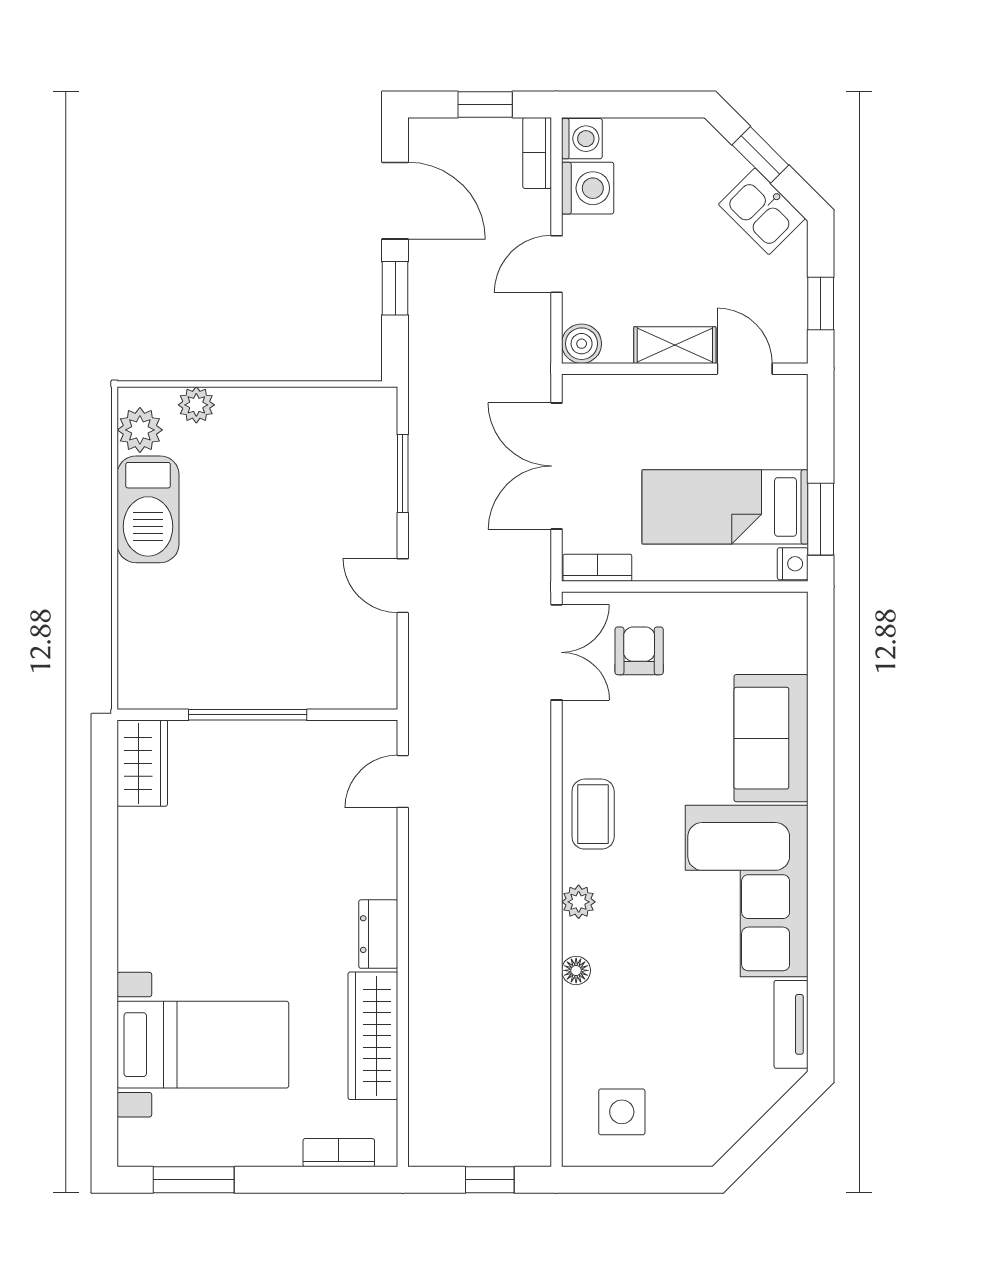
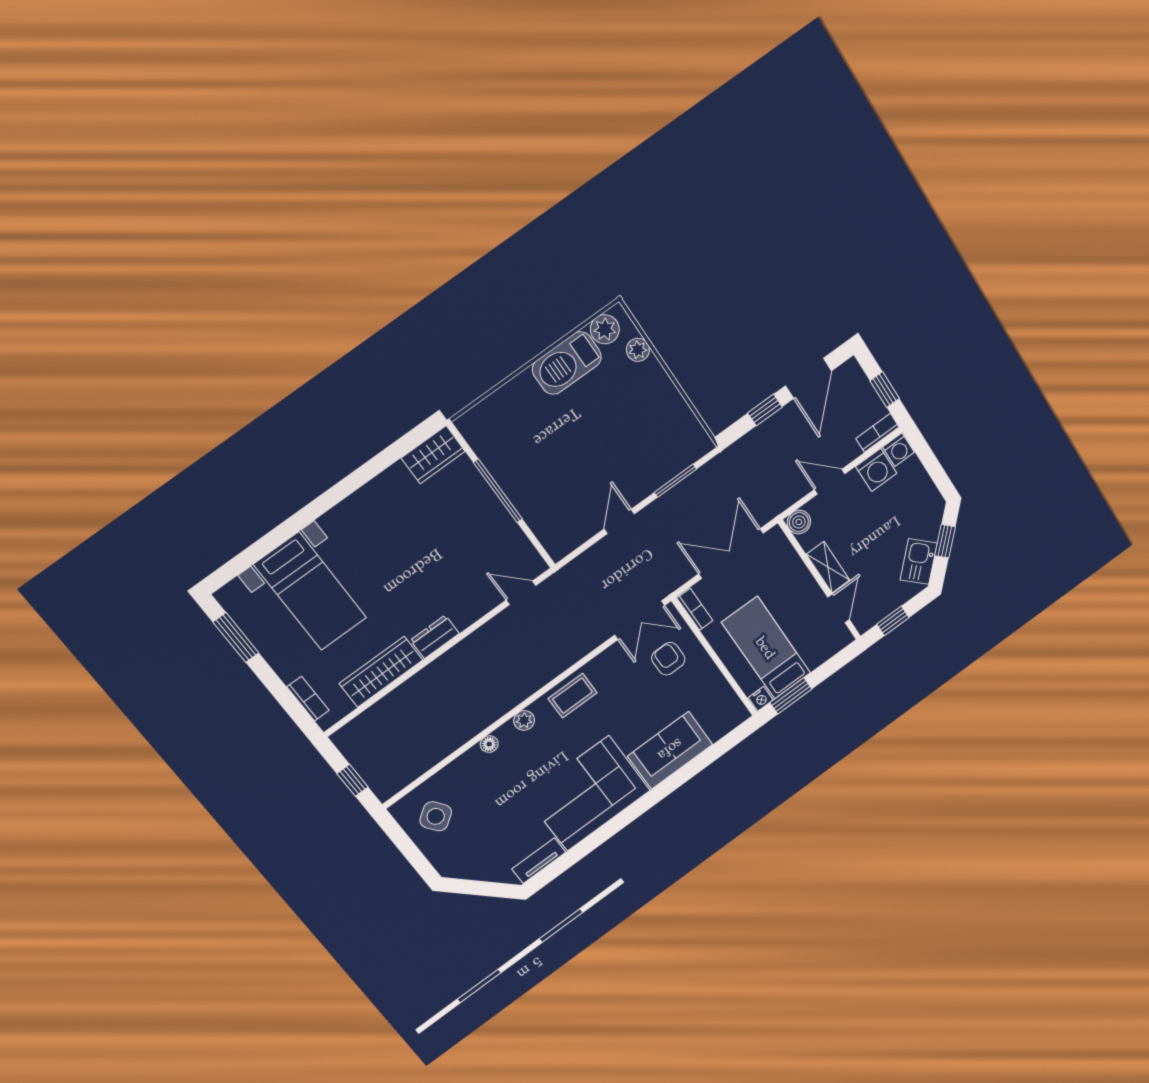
armchair: (639, 651) -> (668, 659), turned -90
side table: (622, 1112) -> (436, 816), turned -36

